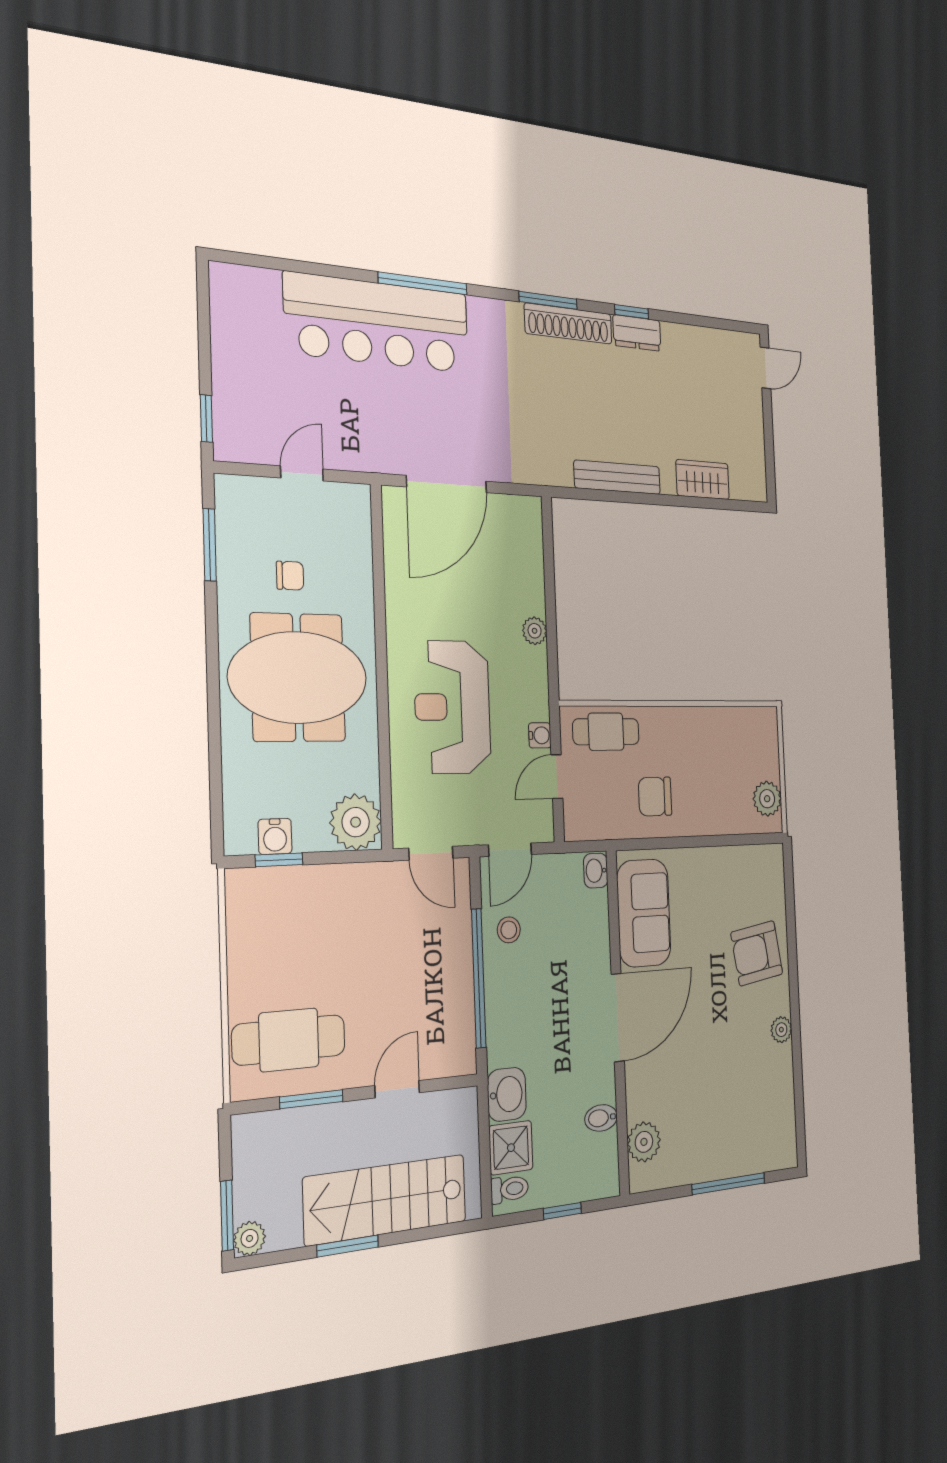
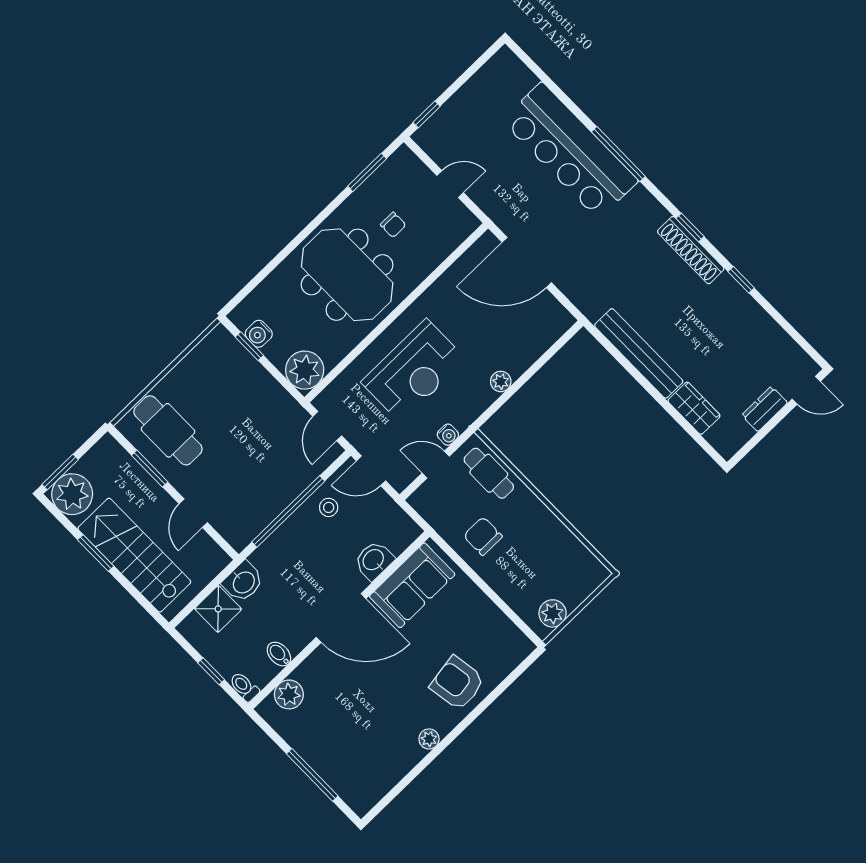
window: (548, 300) -> (690, 227), width x0.67
dresser: (637, 333) -> (765, 409), moved, turned 90
bench: (617, 477) -> (639, 353), width x1.37, depth x1.21
reception desk: (453, 707) -> (414, 371), turned 180
washbasin: (596, 871) -> (374, 560), moved, width x1.38, depth x1.45
door: (397, 1089) -> (193, 513), swing flipped
toilet: (510, 1189) -> (244, 687), moved, turned 180
plant: (250, 1238) -> (72, 494), width x1.87, depth x1.87

